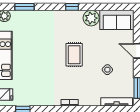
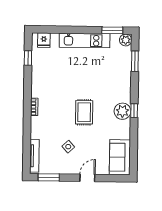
plant: (91, 18) -> (122, 111), moved
rug: (74, 55) -> (84, 112), turned 90

